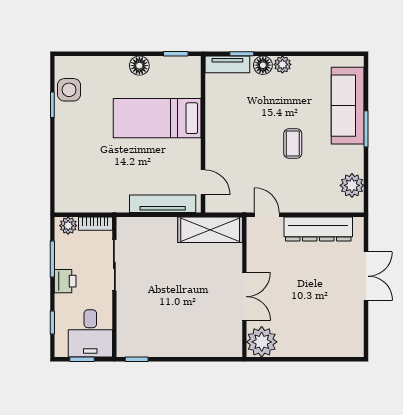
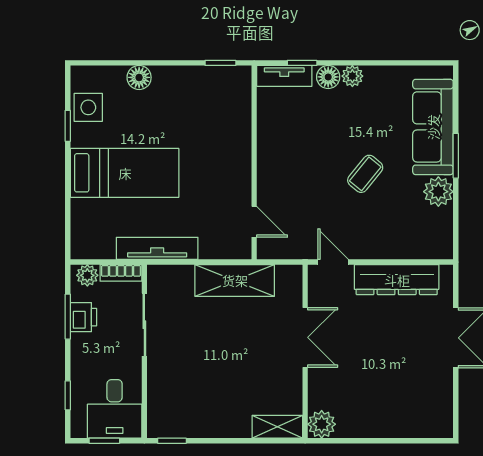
floor lamp: (139, 66) -> (139, 77), moved
bed: (157, 118) -> (125, 173), moved, turned 180
coffee table: (293, 143) -> (365, 174), turned 39
plant: (352, 185) -> (438, 192), moved
tv unit: (163, 204) -> (157, 248), moved
shelving: (210, 230) -> (235, 280), moved
printer: (65, 281) -> (84, 317), moved
double door: (244, 297) -> (305, 337), moved
plant: (262, 342) -> (322, 424), width x0.73, depth x0.73
shelving: (222, 348) -> (277, 427), added

